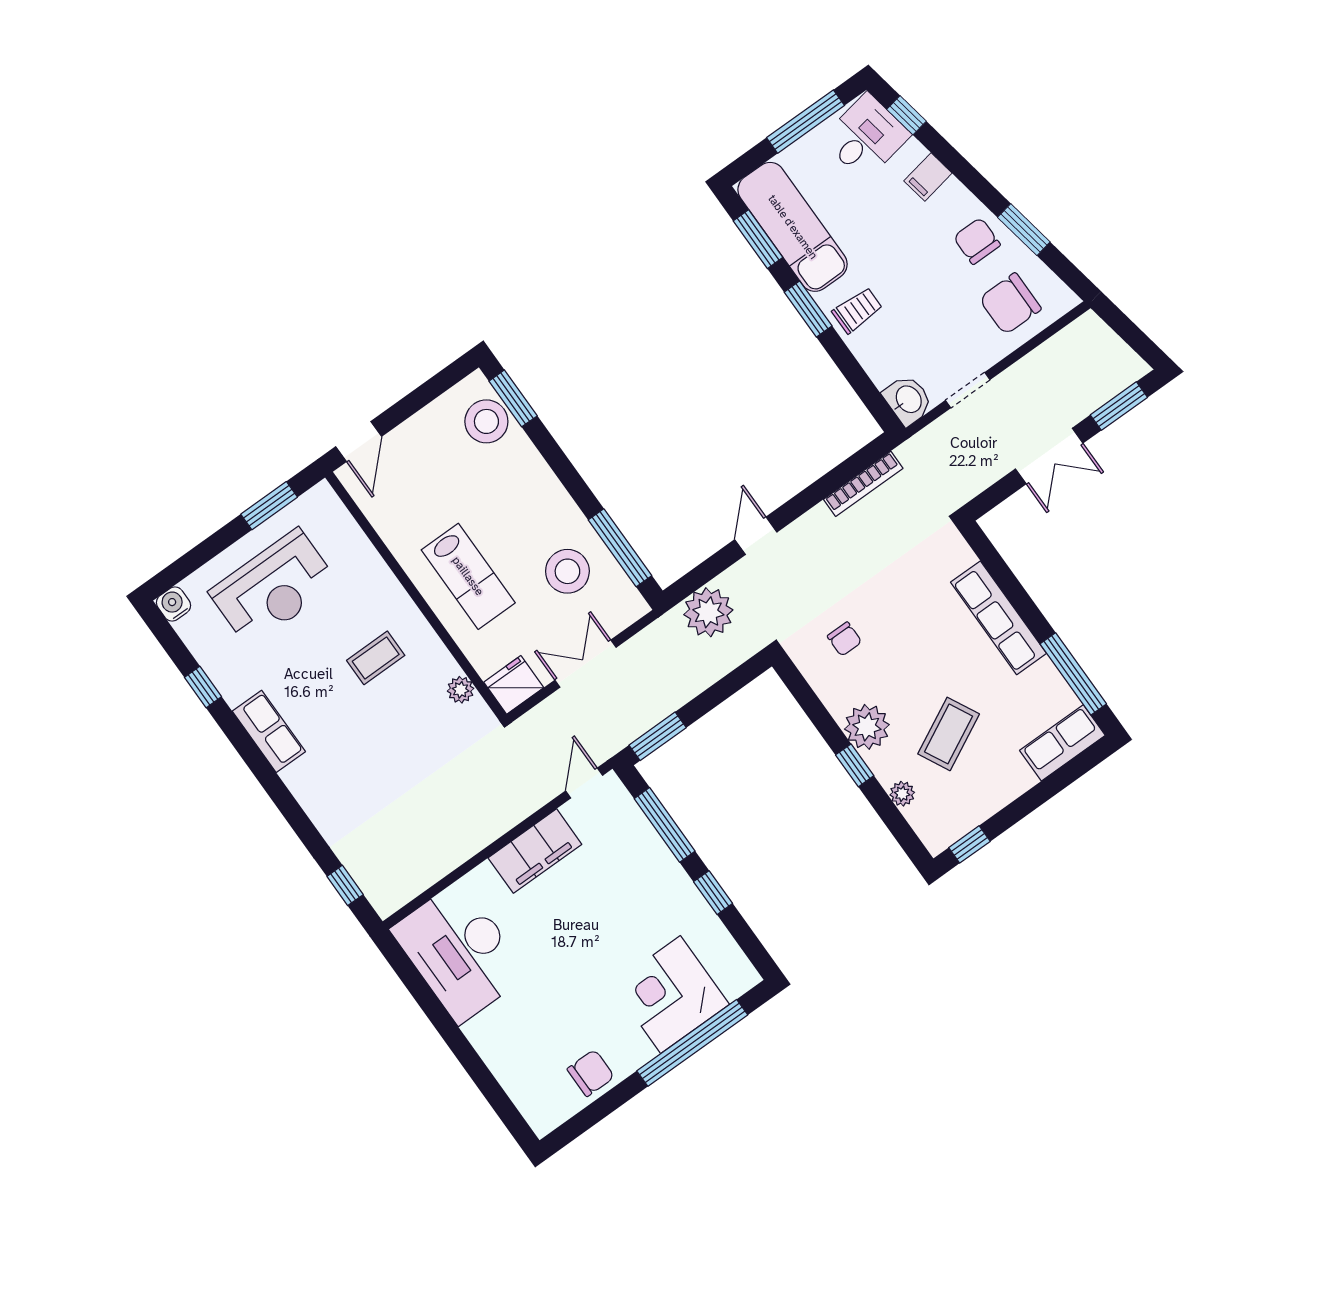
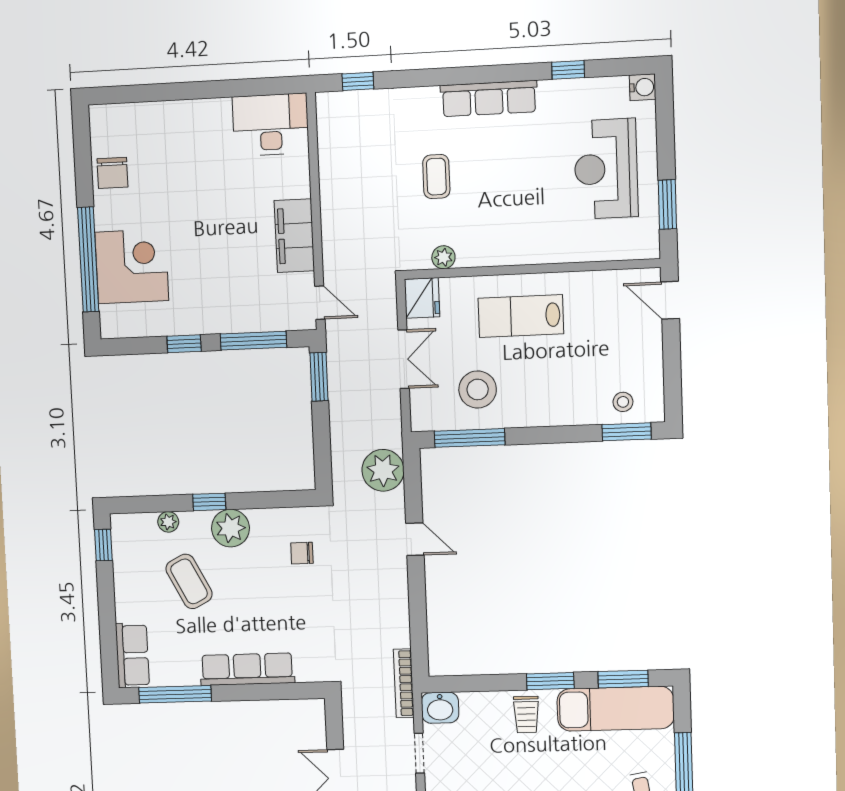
stool: (486, 421) -> (623, 402), width x0.53, depth x0.53
bookcase: (863, 484) -> (404, 683), moved
coffee table: (376, 658) -> (436, 177), moved
row of seats: (269, 731) -> (489, 99), width x1.48
desk: (460, 952) -> (271, 125), width x0.73, depth x0.77

